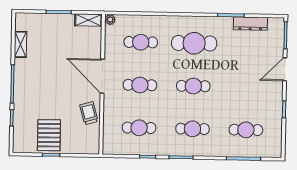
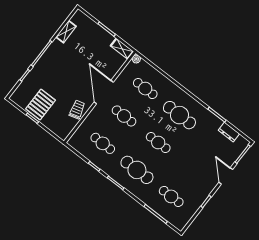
dresser: (250, 24) -> (229, 132), width x0.70
door: (285, 69) -> (226, 176), hinge flipped
cafe table: (192, 129) -> (137, 170), width x1.37, depth x1.35

